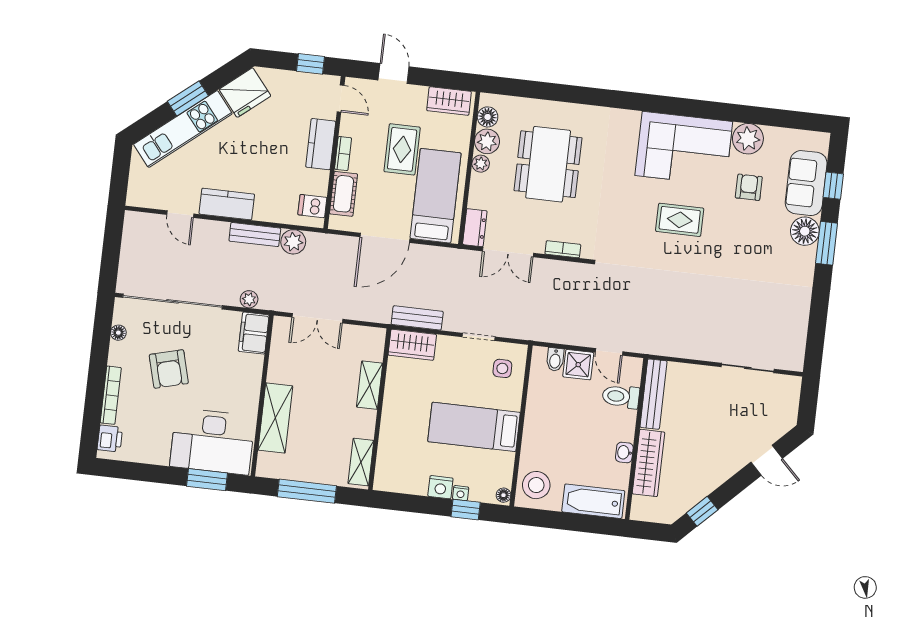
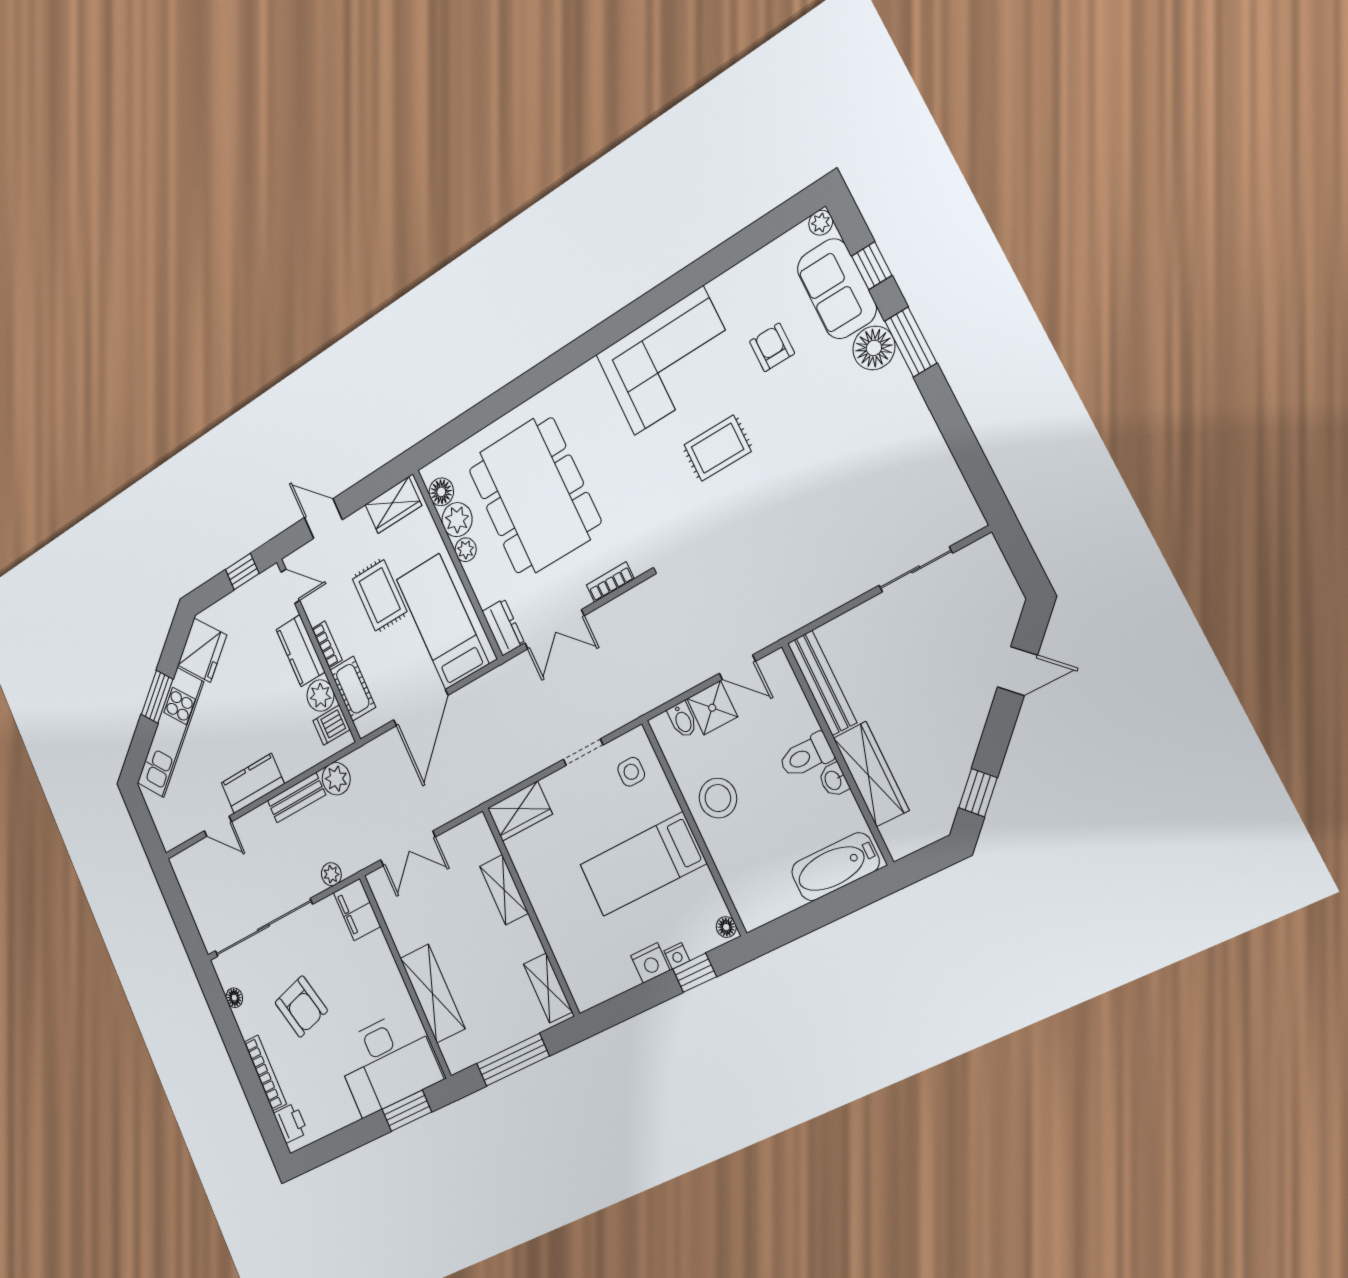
plant: (748, 139) -> (821, 223), moved, width x0.53, depth x0.53
dining table: (548, 164) -> (535, 496), width x1.36, depth x1.24
plant: (317, 182) -> (320, 696), added
bench: (417, 318) -> (506, 776), removed
toilet: (621, 397) -> (806, 756), moved
stool: (536, 485) -> (718, 798), moved

